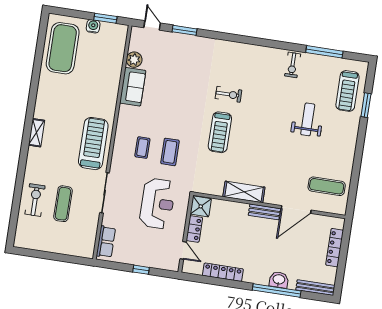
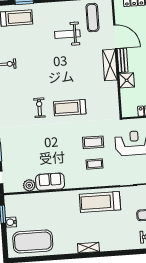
weight bench: (308, 119) -> (67, 34), moved
treadmill: (220, 132) -> (70, 108), turned 180
shelving: (37, 133) -> (88, 248), moved
shelving: (244, 192) -> (110, 65), moved
shower: (201, 206) -> (127, 80), moved

